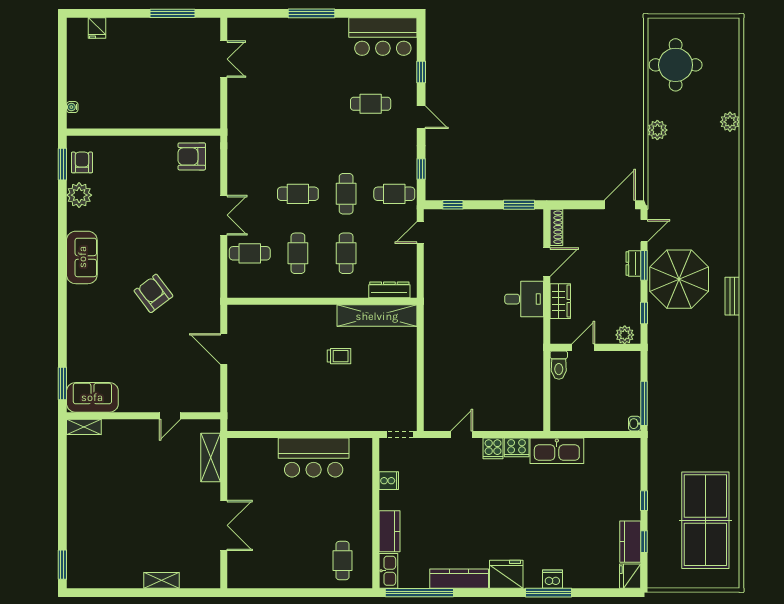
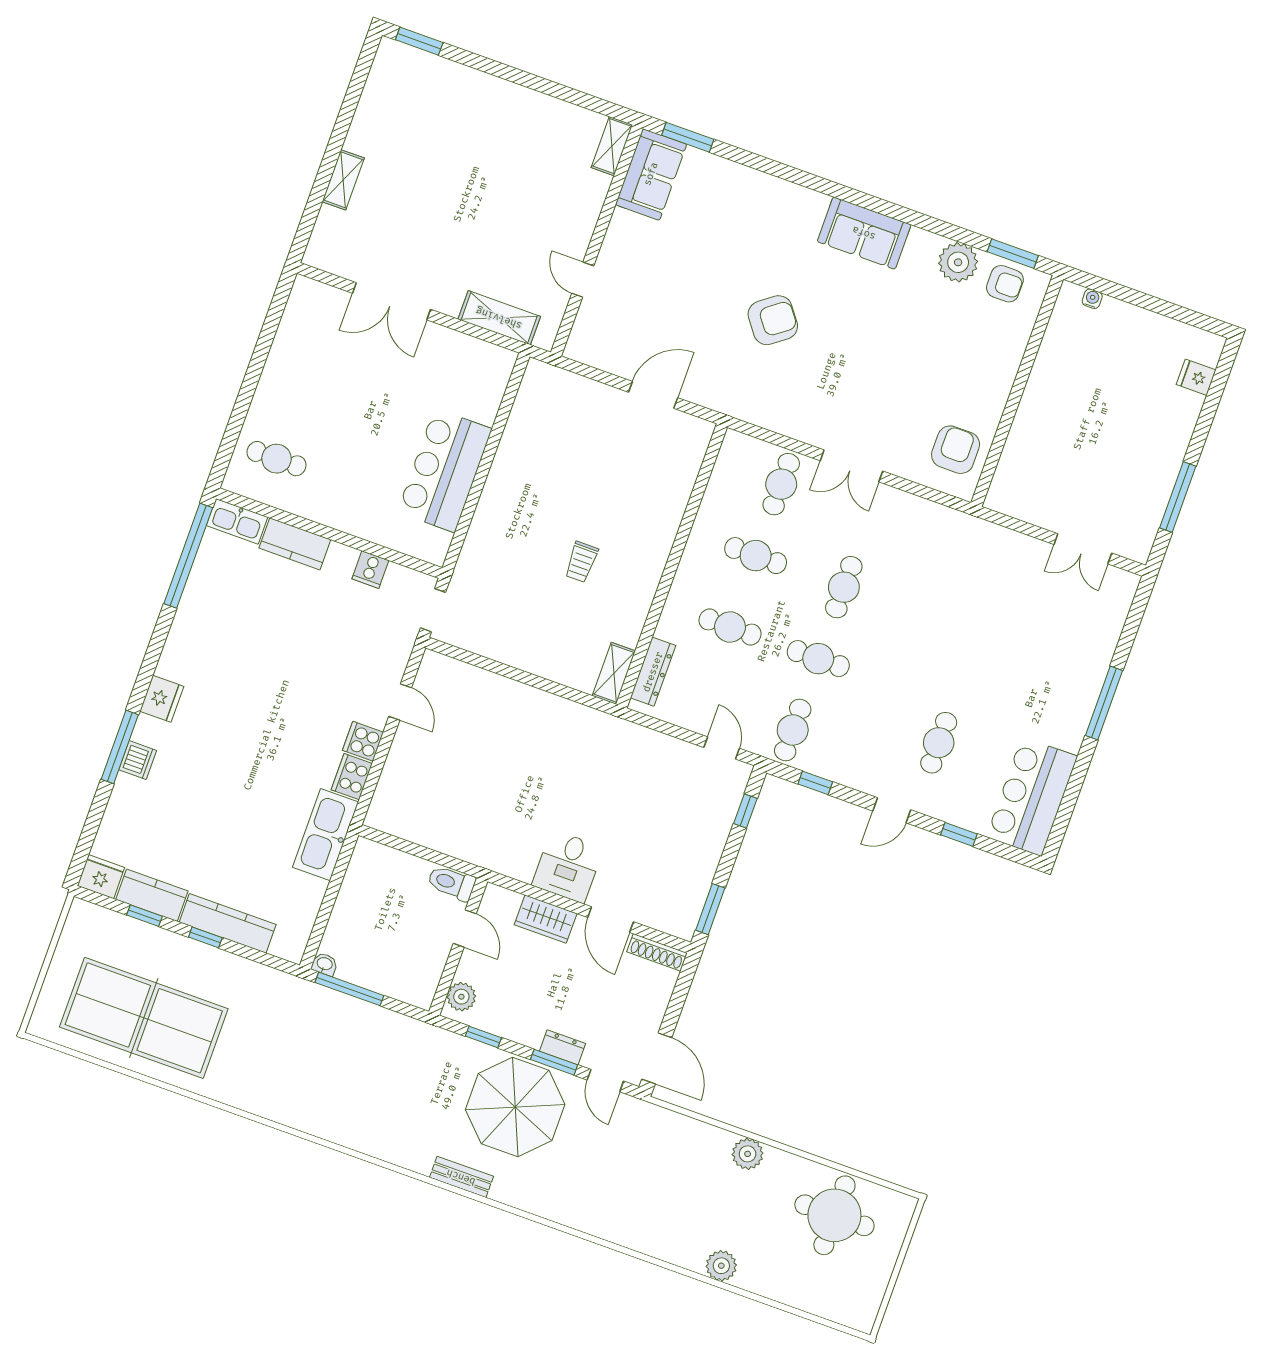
shelving: (377, 316) -> (614, 673), width x0.45, depth x0.75
fridge: (506, 574) -> (162, 699), width x0.73, depth x0.75
kitchen counter: (459, 579) -> (228, 923), moved, turned -90

